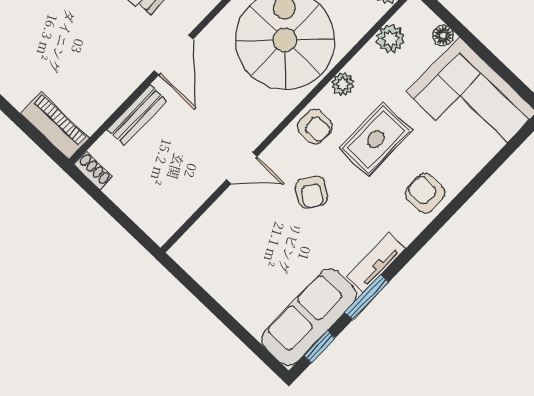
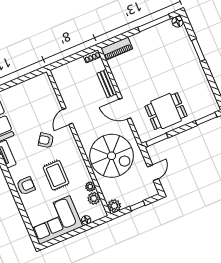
plant: (343, 84) -> (90, 187), moved
armchair: (315, 127) -> (72, 153), removed

